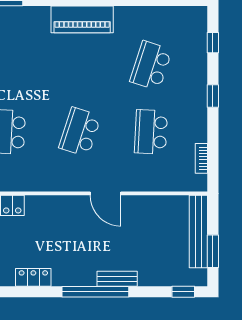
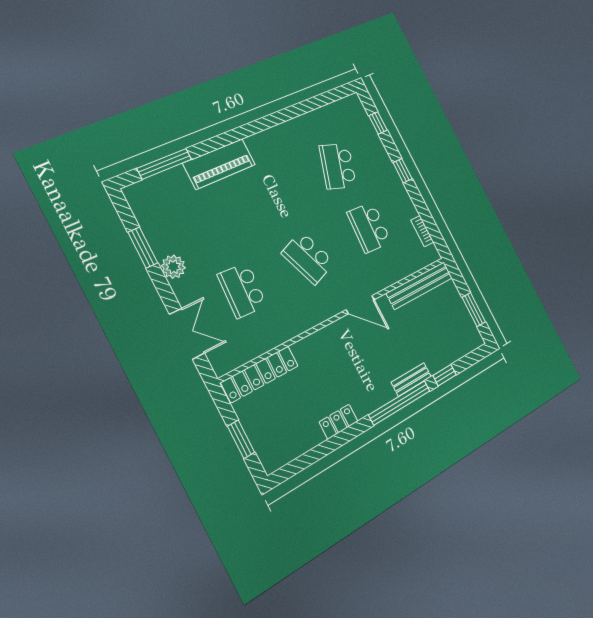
piano: (82, 19) -> (219, 164), moved
school desk: (80, 132) -> (308, 258), turned -39
bench: (198, 232) -> (420, 285), moved, turned 90
window: (183, 292) -> (445, 375), moved

